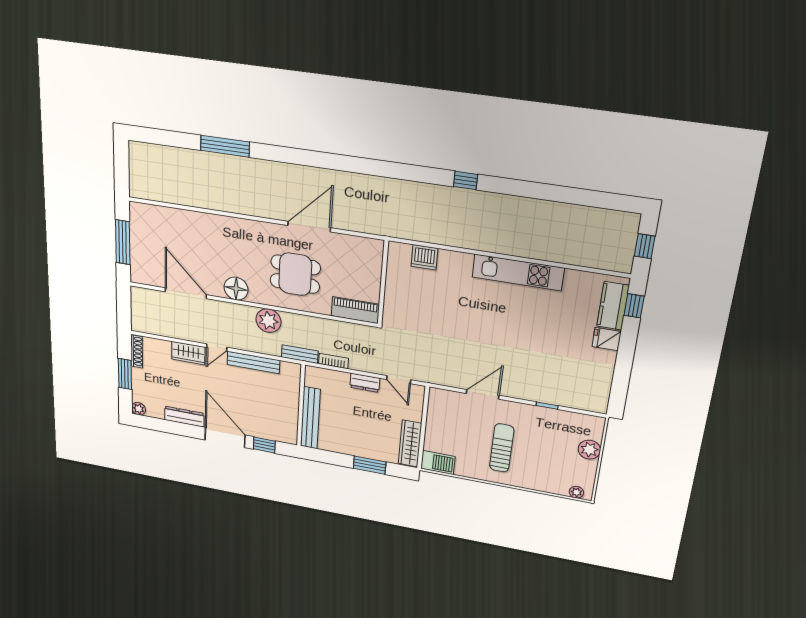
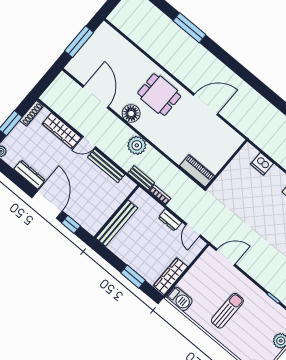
dining table: (295, 274) -> (159, 95), moved
wardrobe: (188, 353) -> (62, 131), width x1.50
door: (483, 394) -> (226, 257), moved

